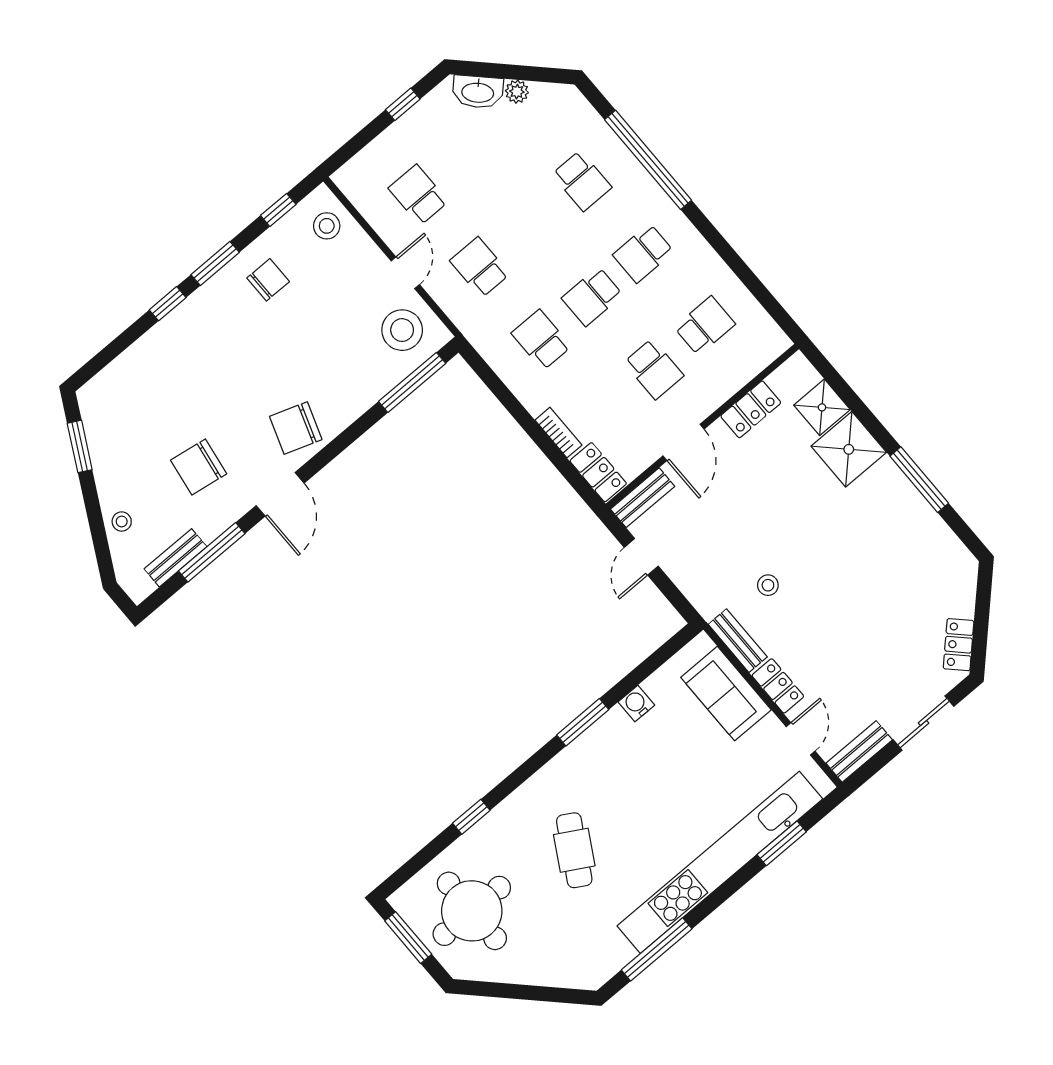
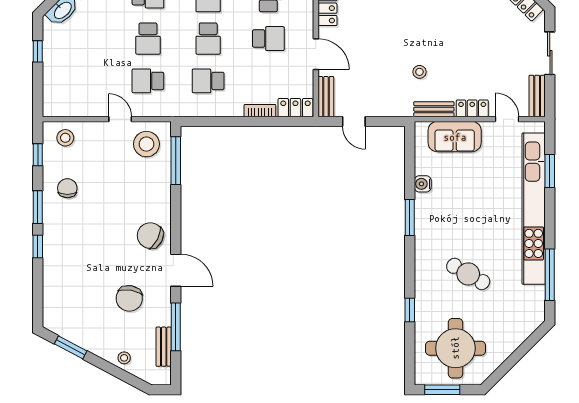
school desk: (418, 195) -> (148, 39), moved, turned -90
chair: (296, 428) -> (150, 236), turned 98

